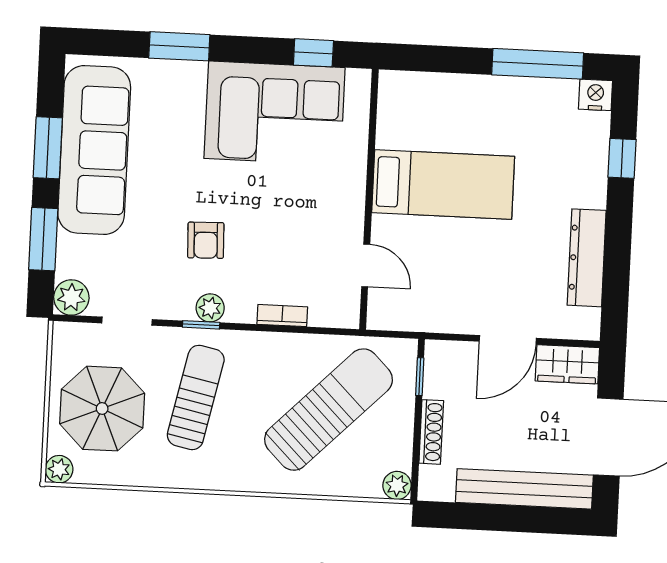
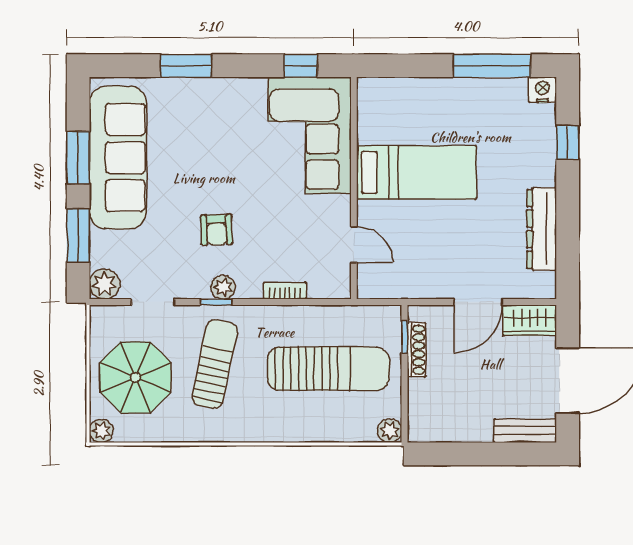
corner sofa: (274, 113) -> (309, 135), moved, turned 90
sun lounger: (329, 410) -> (328, 369), turned 45
shoe rack: (431, 432) -> (417, 350), moved
bench: (524, 489) -> (525, 431), width x0.54, depth x0.82

